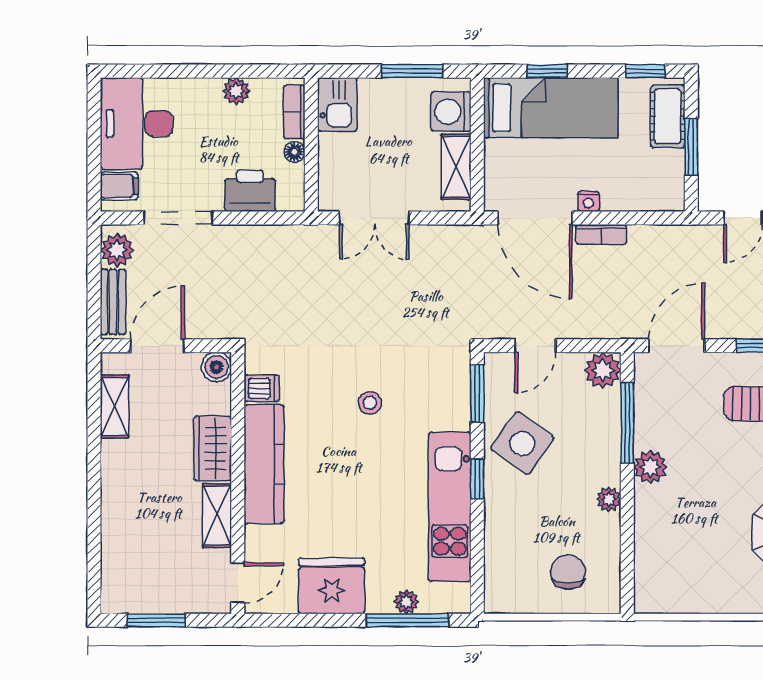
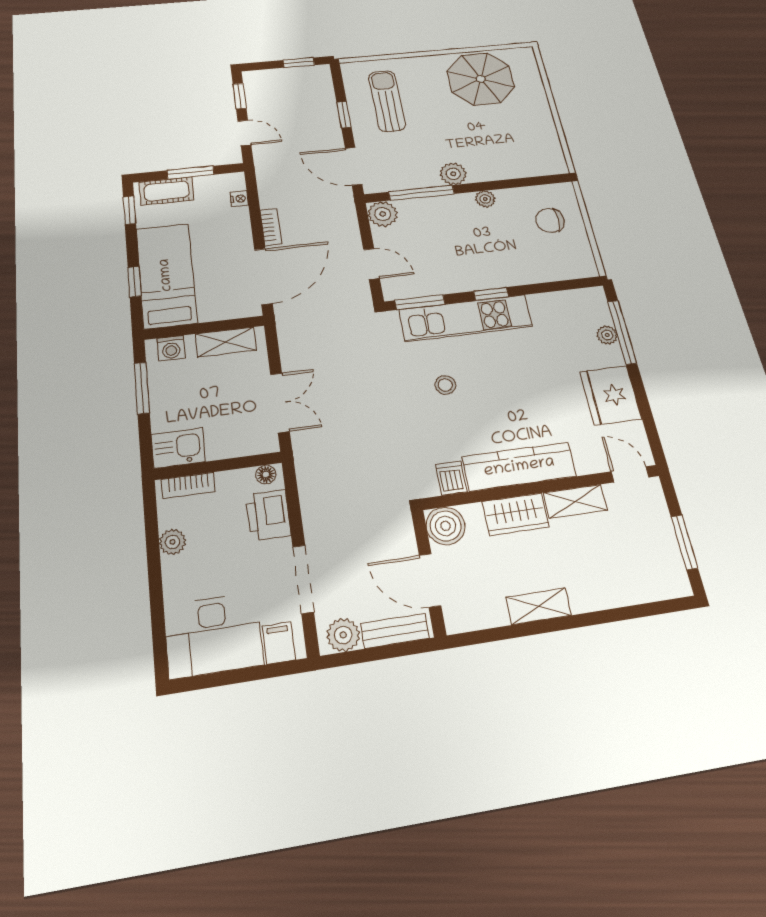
washing machine: (451, 112) -> (171, 348), width x0.73, depth x0.73
floor lamp: (294, 152) -> (266, 474), moved
nightstand: (589, 201) -> (239, 199), moved
boiler: (217, 367) -> (446, 526), width x1.36, depth x1.36
shelving: (115, 406) -> (539, 606), moved
side table: (522, 443) -> (454, 264), removed
kitchen unit: (450, 507) -> (466, 318), moved

